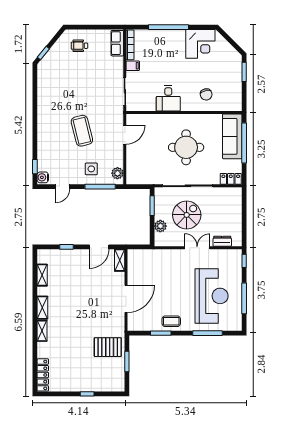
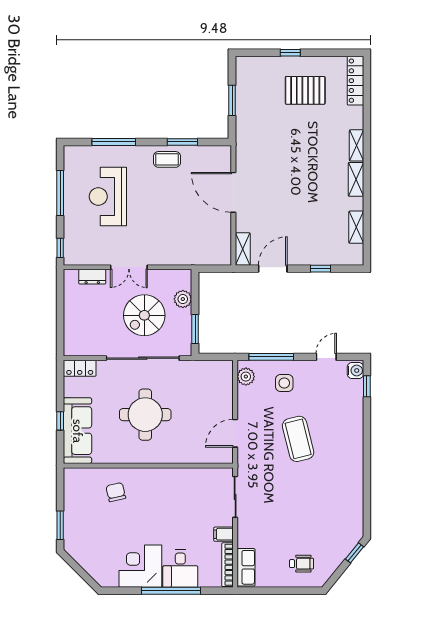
corner desk: (200, 44) -> (140, 566), moved
desk: (168, 98) -> (180, 569), moved, turned 180
window: (244, 143) -> (60, 421), width x0.32
reception desk: (212, 296) -> (108, 197), width x0.74, depth x0.77
door: (126, 299) -> (233, 192), hinge flipped
pallet: (108, 347) -> (305, 90), moved

